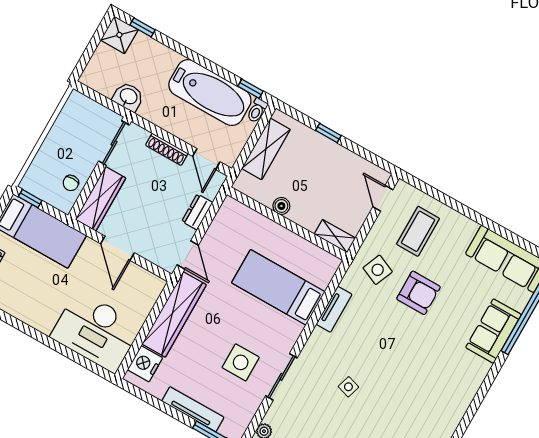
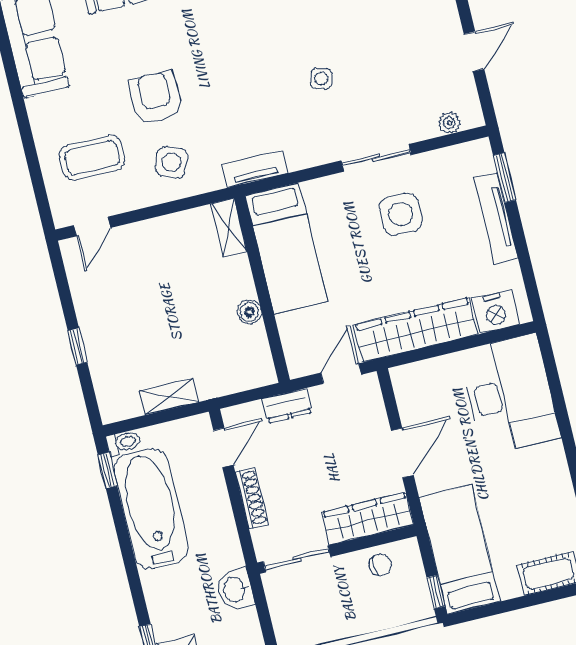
shelving: (266, 149) -> (169, 396), width x0.67, depth x0.75
boiler: (281, 206) -> (249, 312), moved
wall: (287, 224) -> (262, 289), moved
shelving: (335, 236) -> (229, 227), moved

